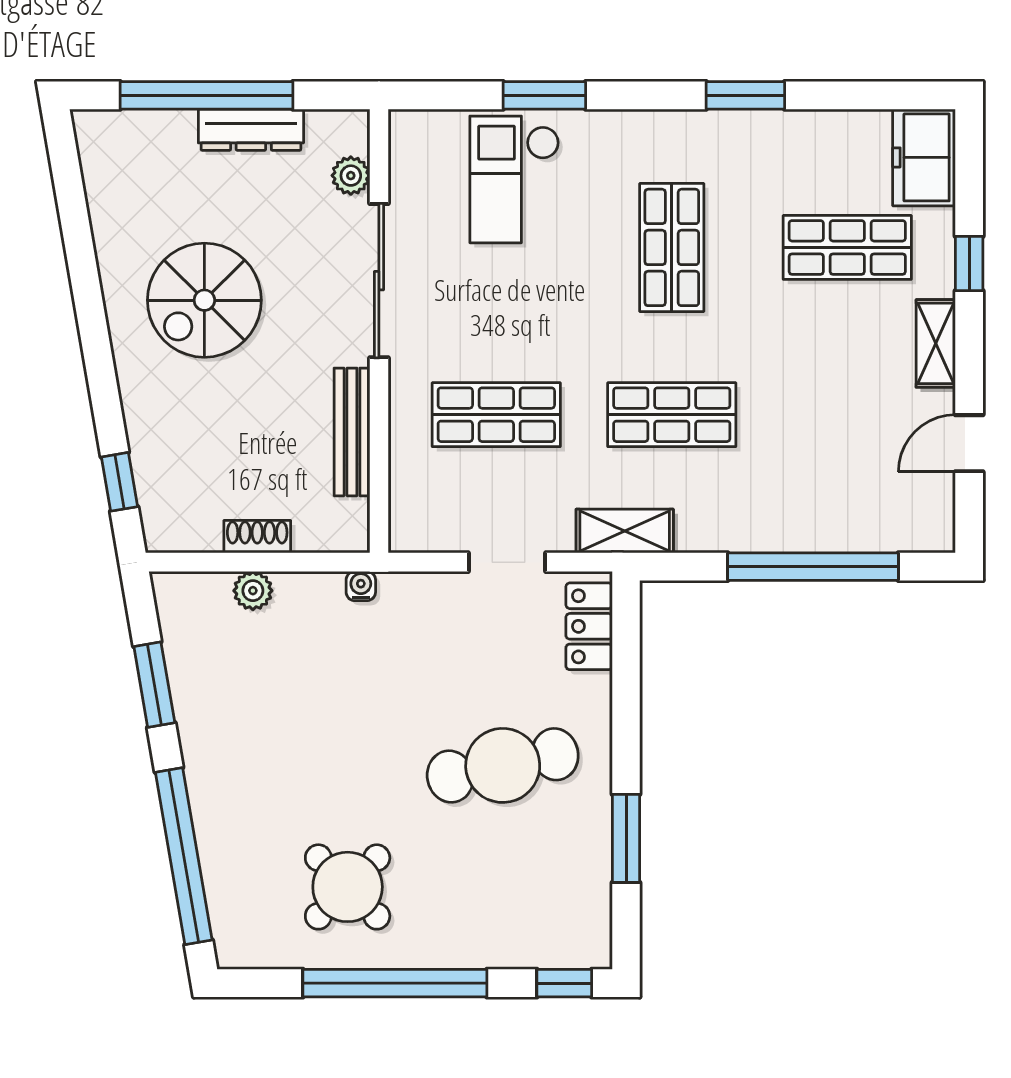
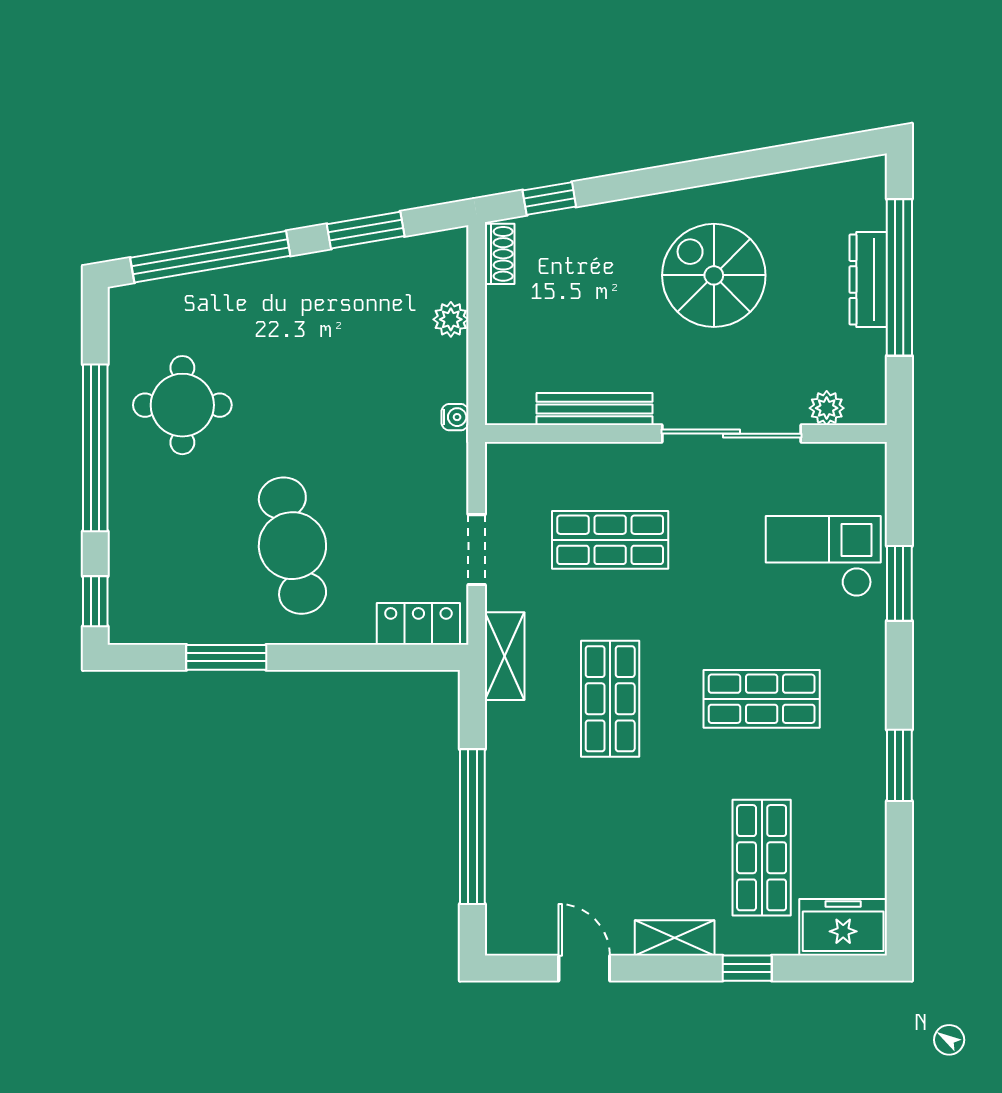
dresser: (251, 130) -> (868, 280), moved
shop shelf: (496, 415) -> (610, 540), turned 90
shoe rack: (257, 537) -> (500, 254), moved
round table: (348, 887) -> (182, 405), turned 45

